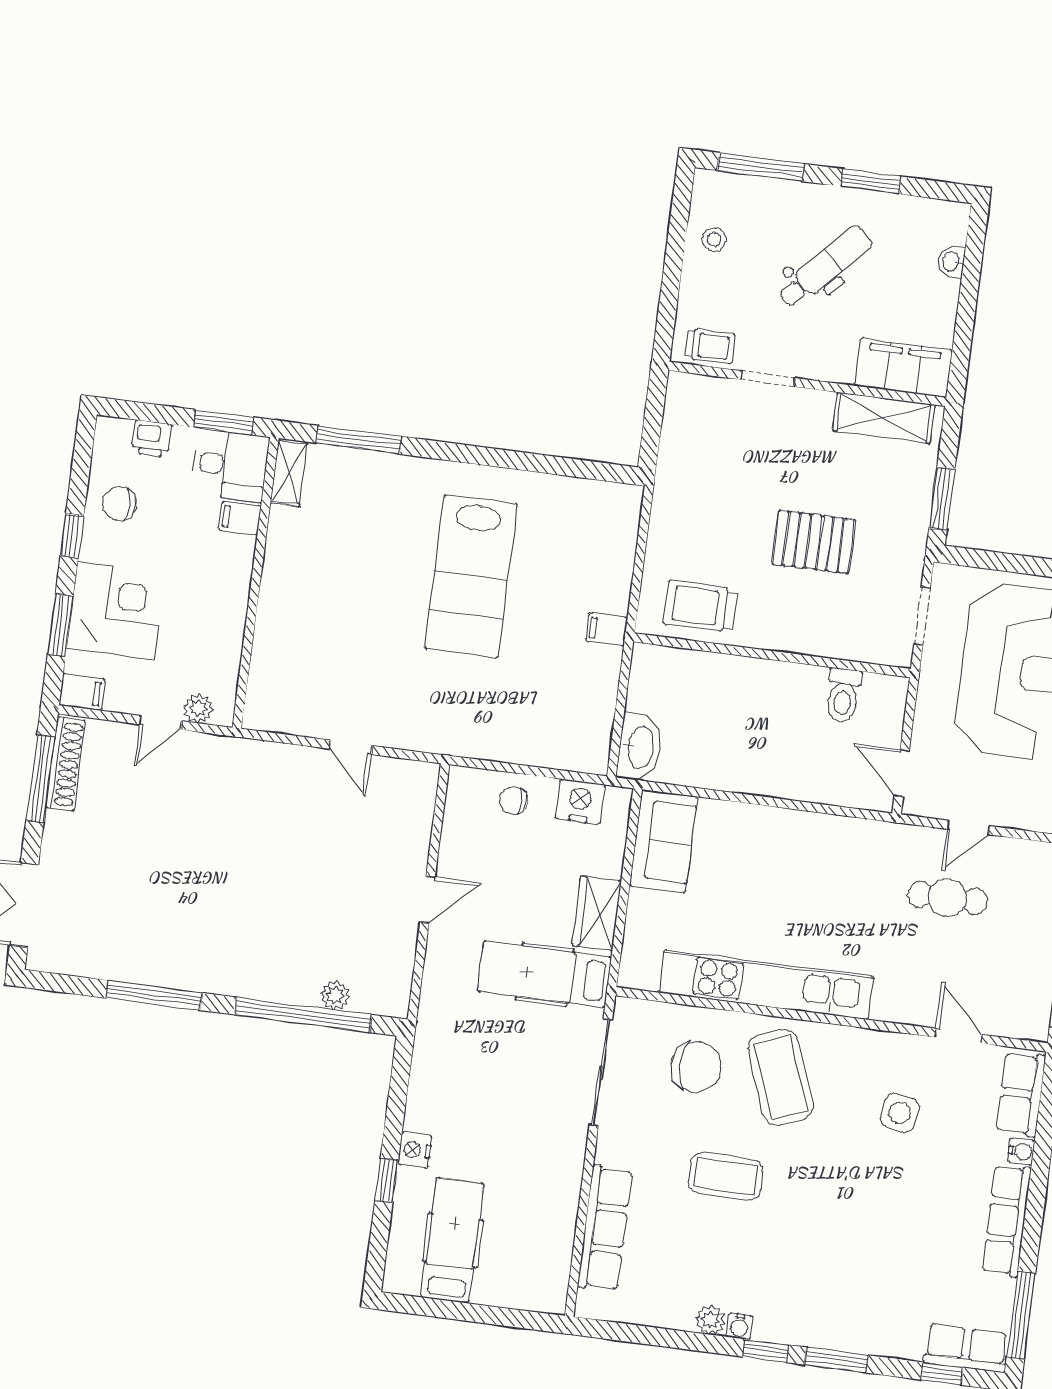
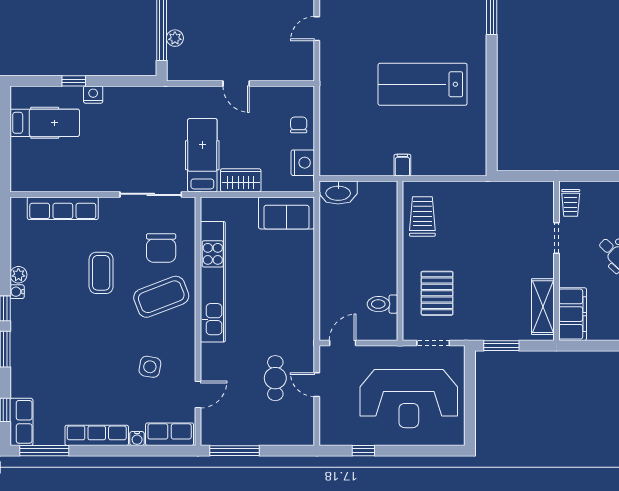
pallet: (814, 542) -> (437, 293), moved

